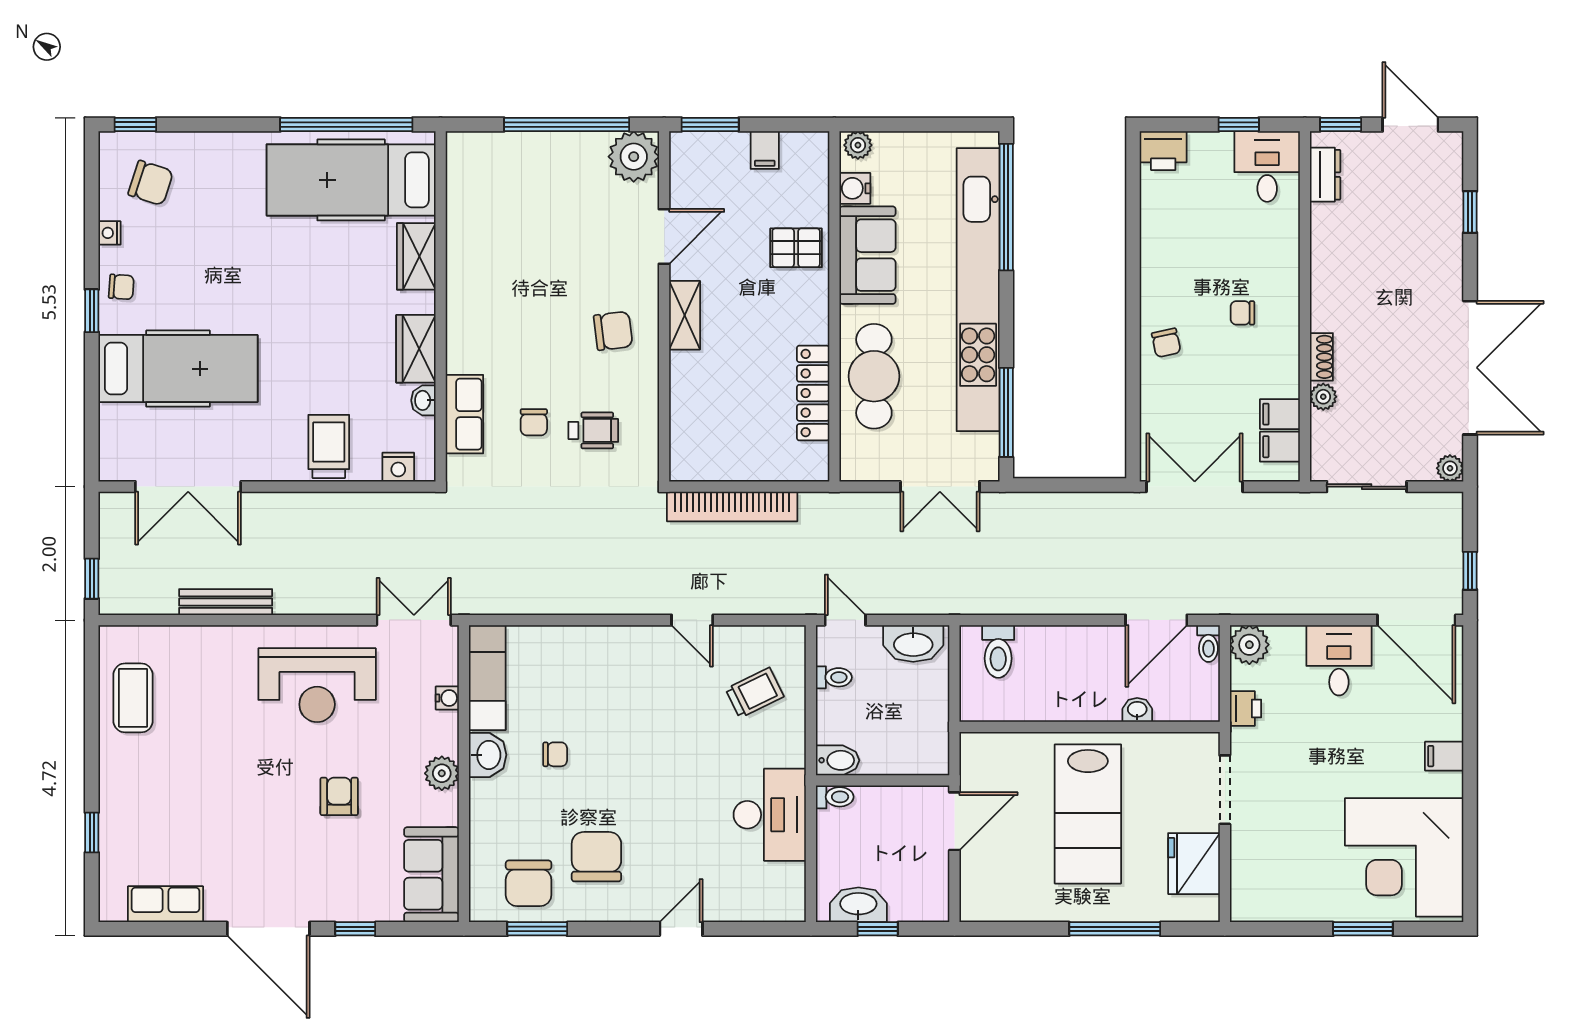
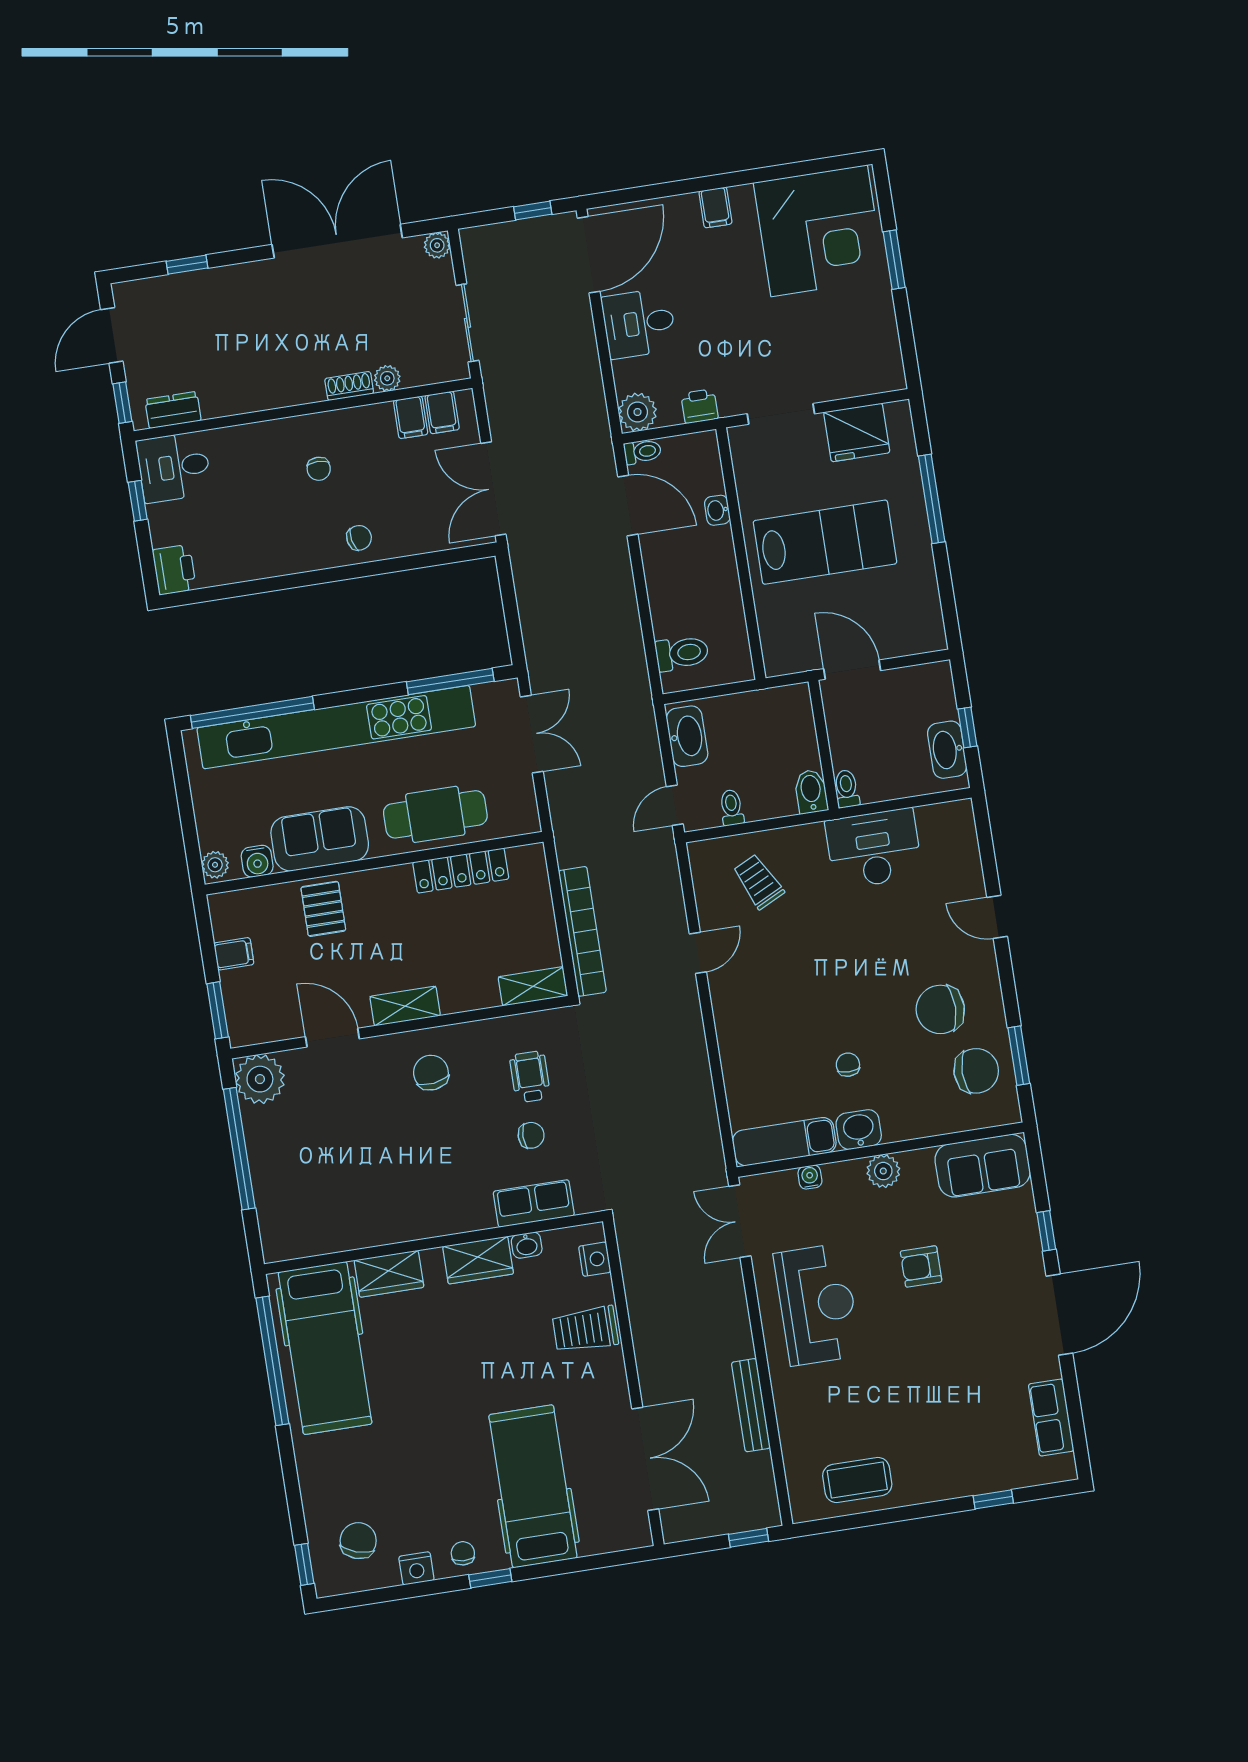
nightstand: (110, 233) -> (416, 1568), width x1.39, depth x1.35
shelving: (684, 448) -> (533, 986), added

